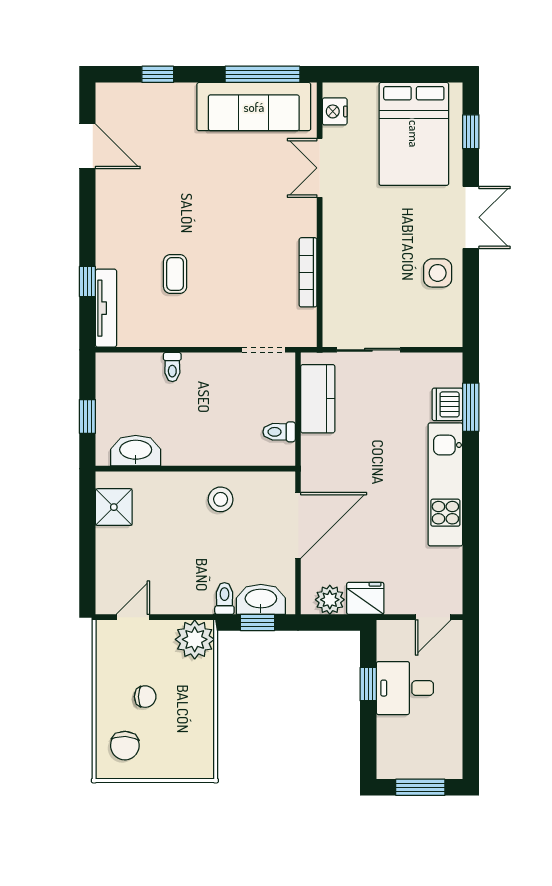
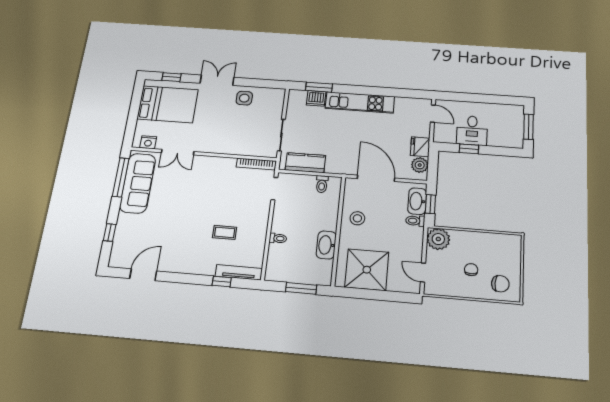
bookcase: (308, 272) -> (256, 164), moved
window: (87, 416) -> (301, 288), width x1.50
washbasin: (136, 451) -> (326, 245), moved
shower: (114, 507) -> (367, 270), width x1.86, depth x1.86

